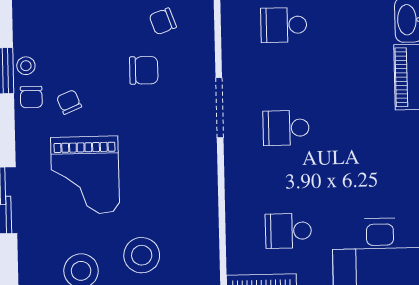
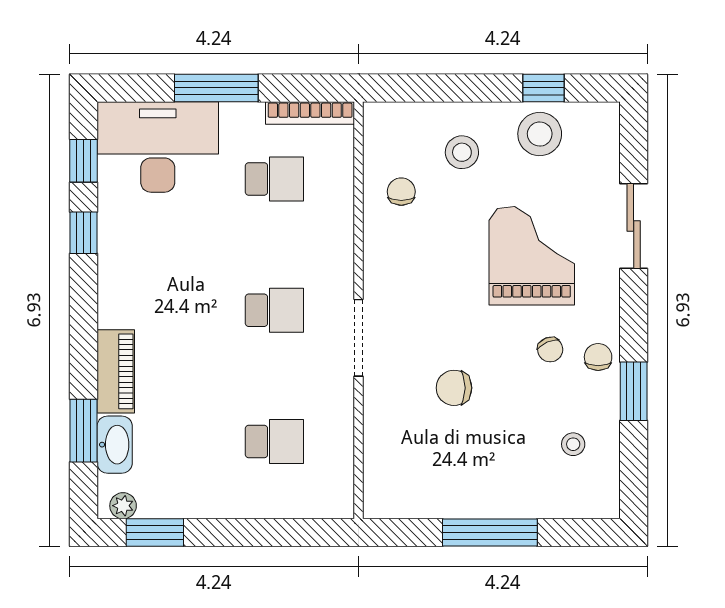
chair: (163, 21) -> (401, 192), moved, turned -70
stool: (26, 66) -> (573, 444), moved
stool: (142, 255) -> (462, 152), width x0.73, depth x0.73

